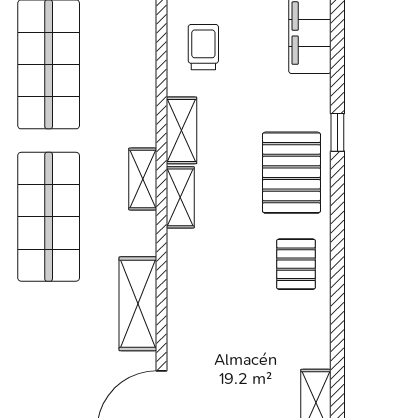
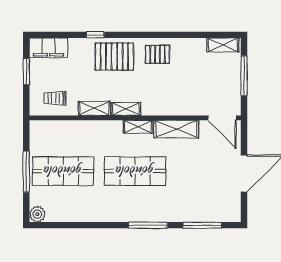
shelving: (143, 179) -> (138, 127), moved

